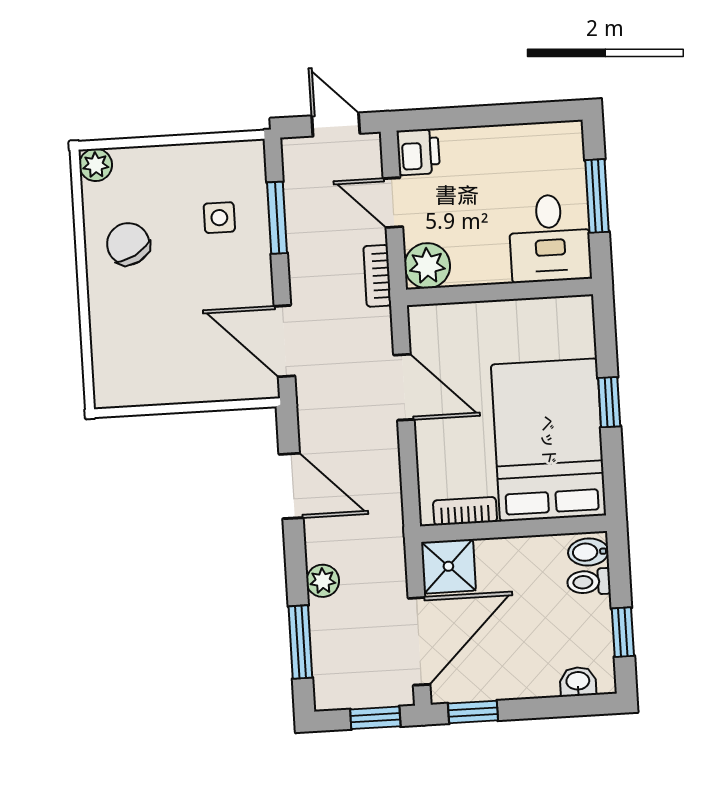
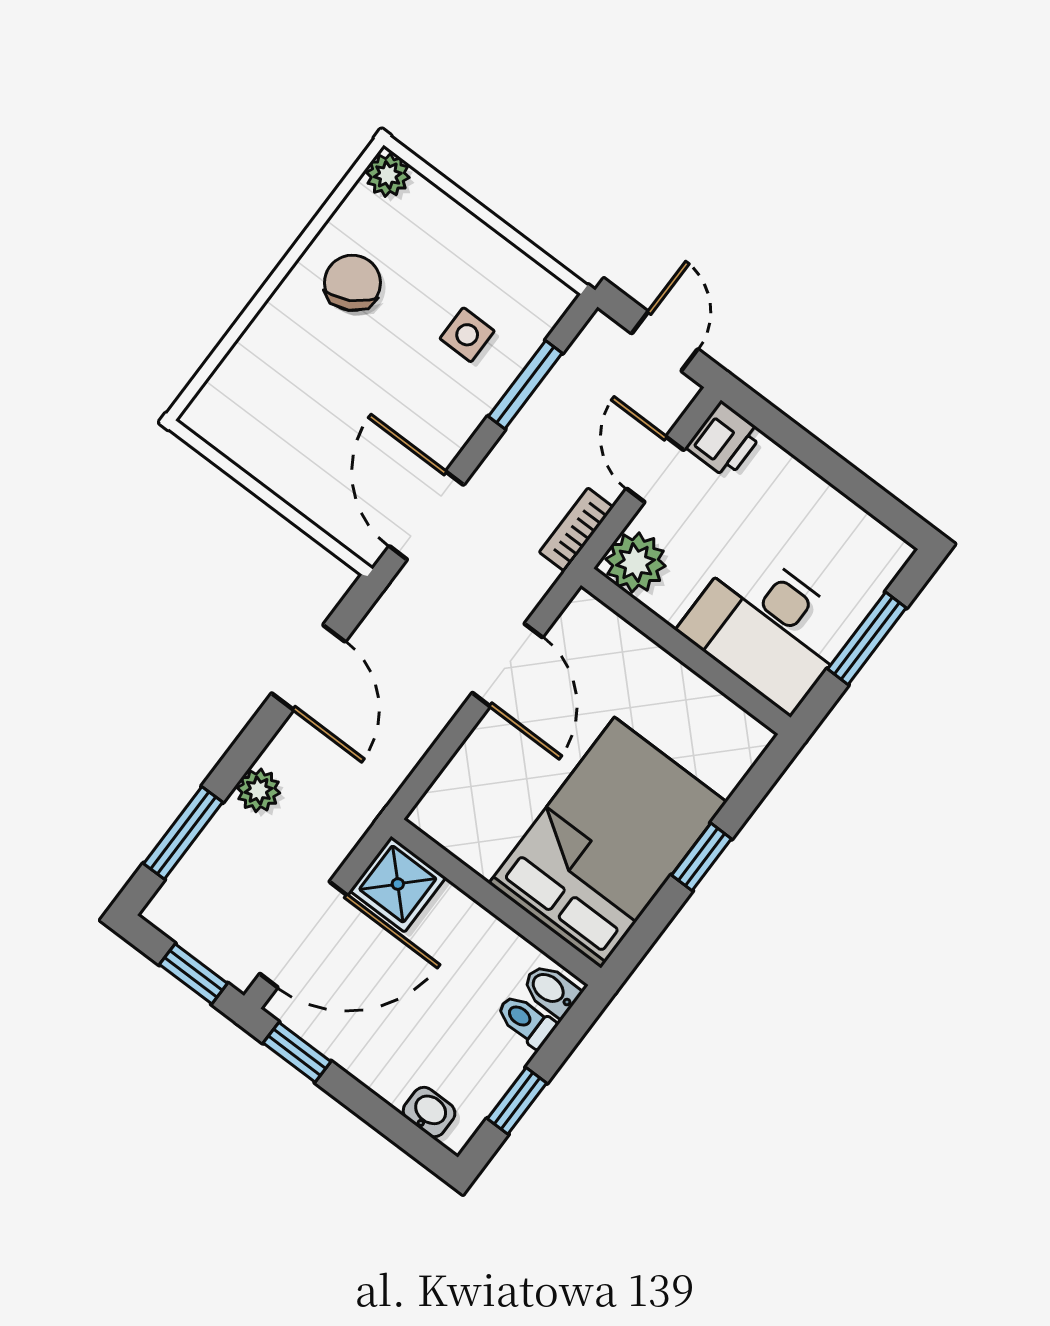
desk: (550, 238) -> (767, 628), width x1.37
bookcase: (465, 511) -> (462, 843), removed

